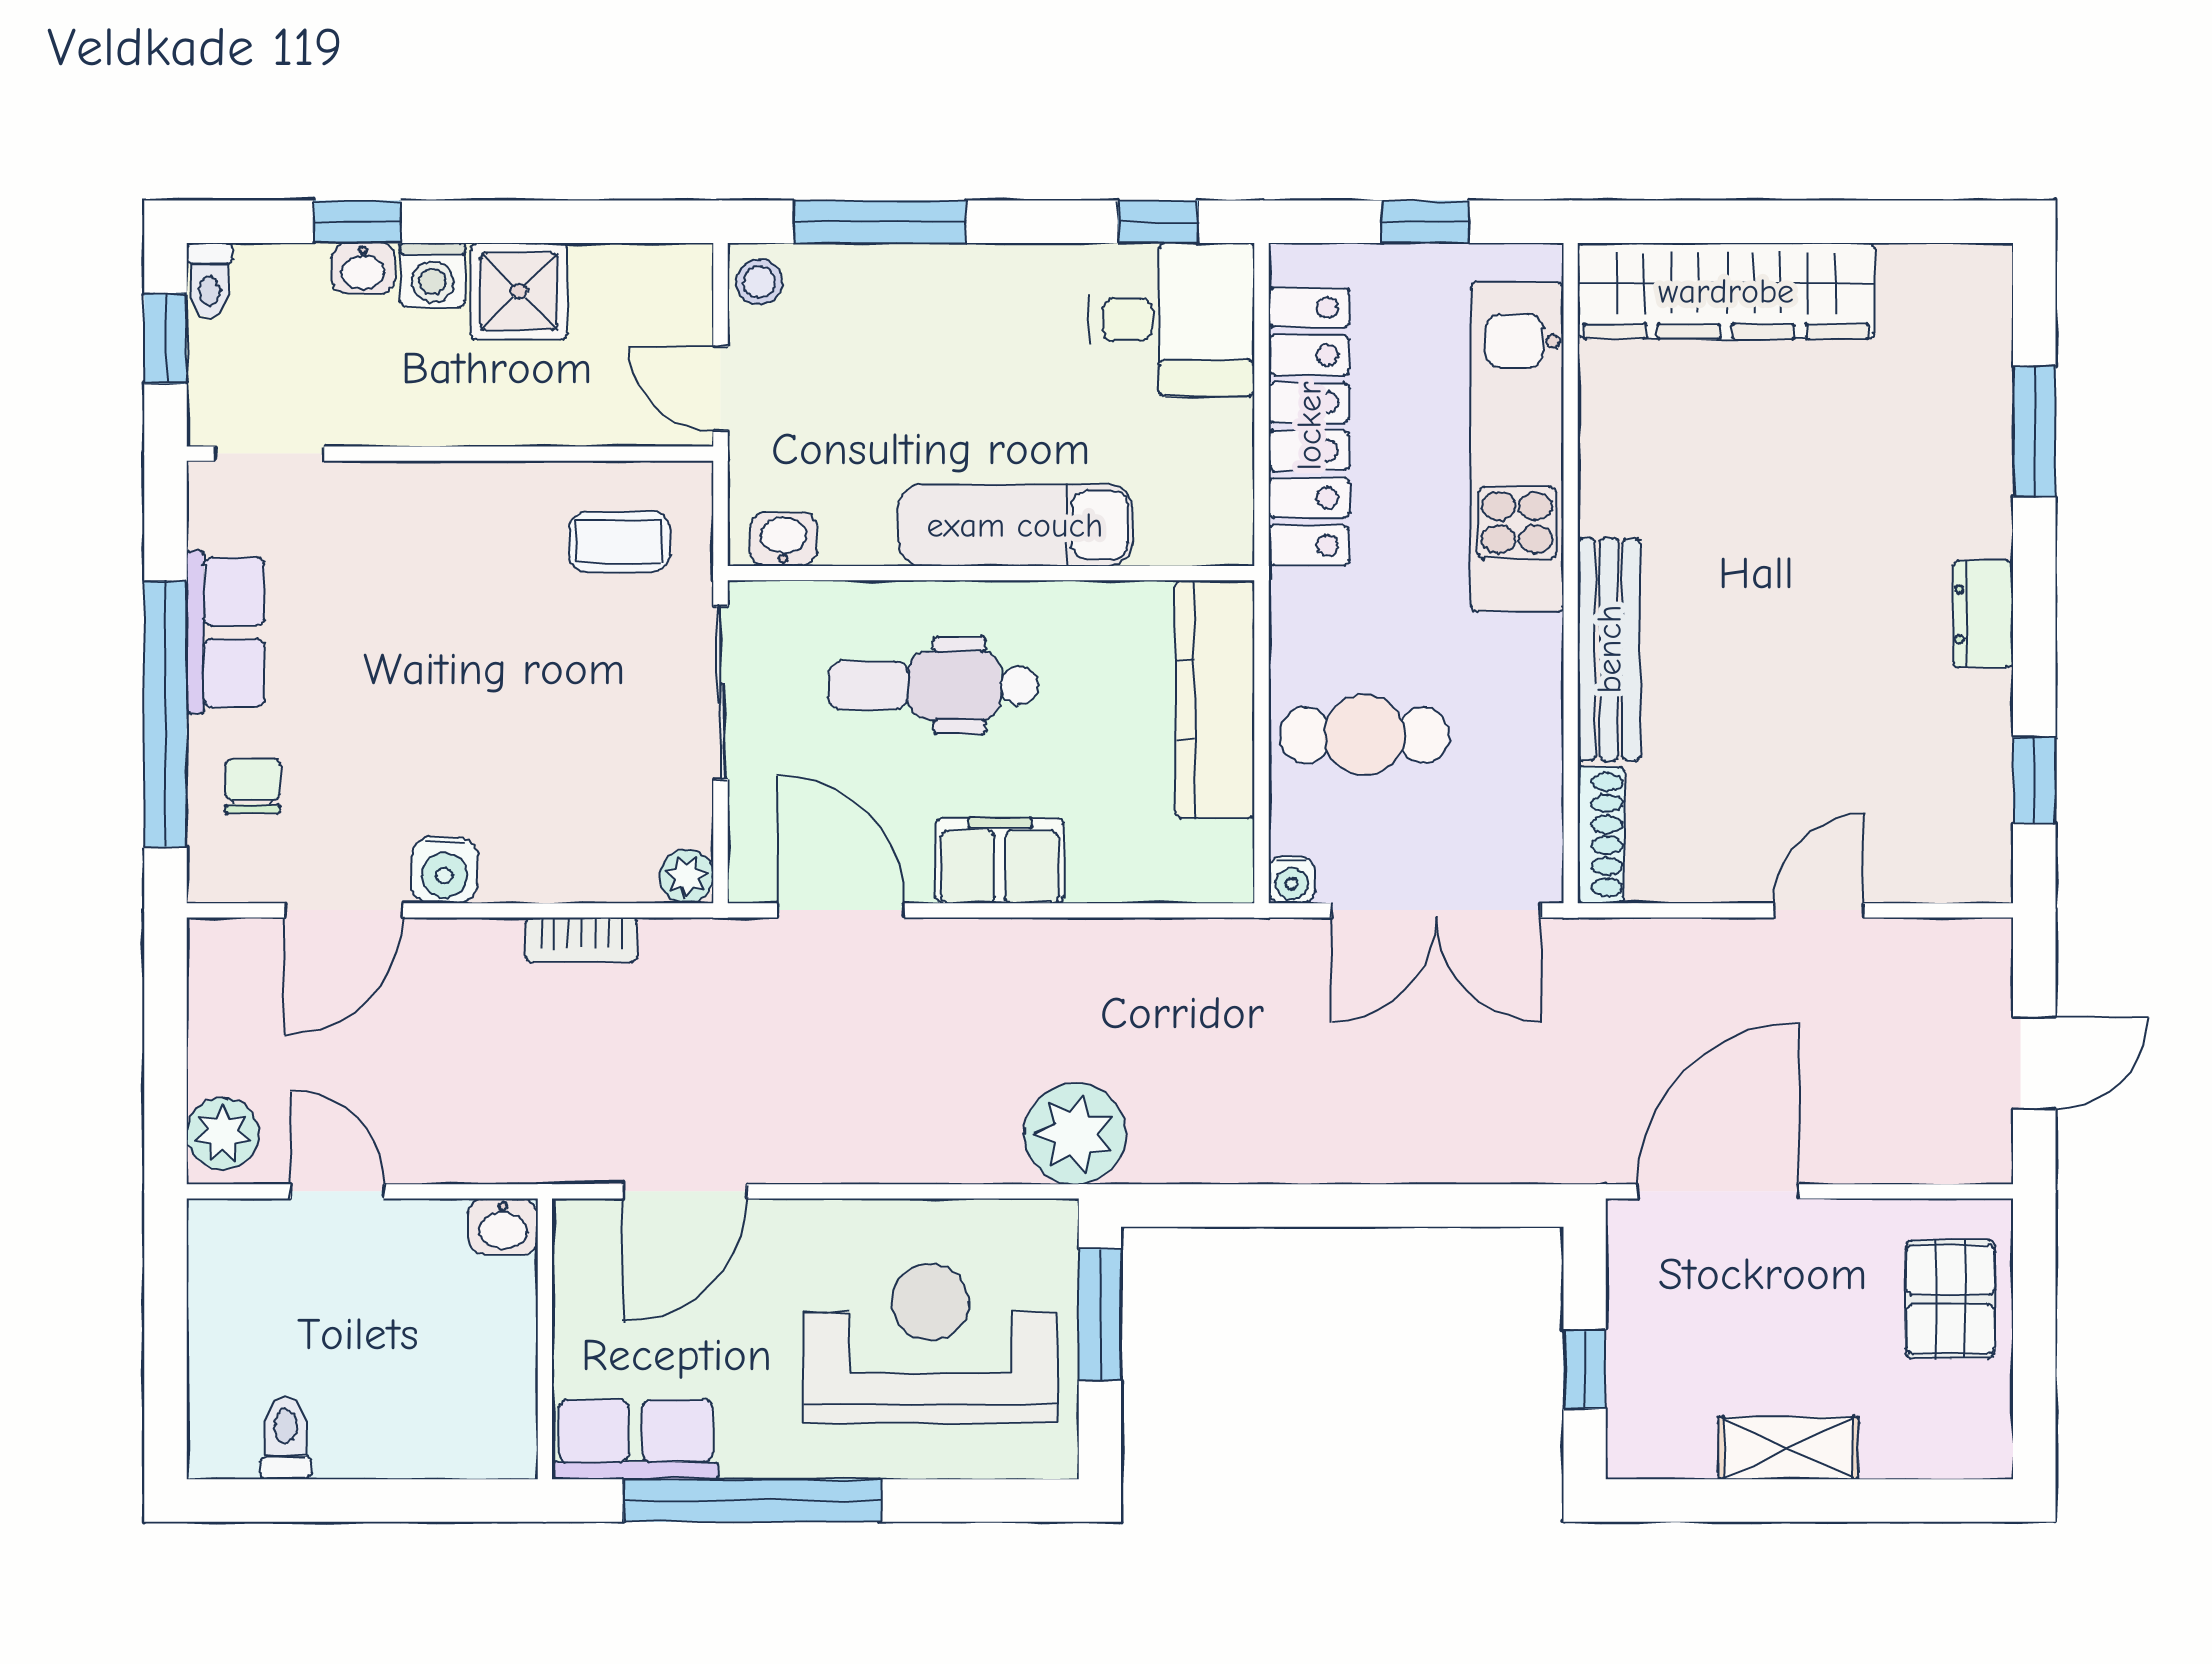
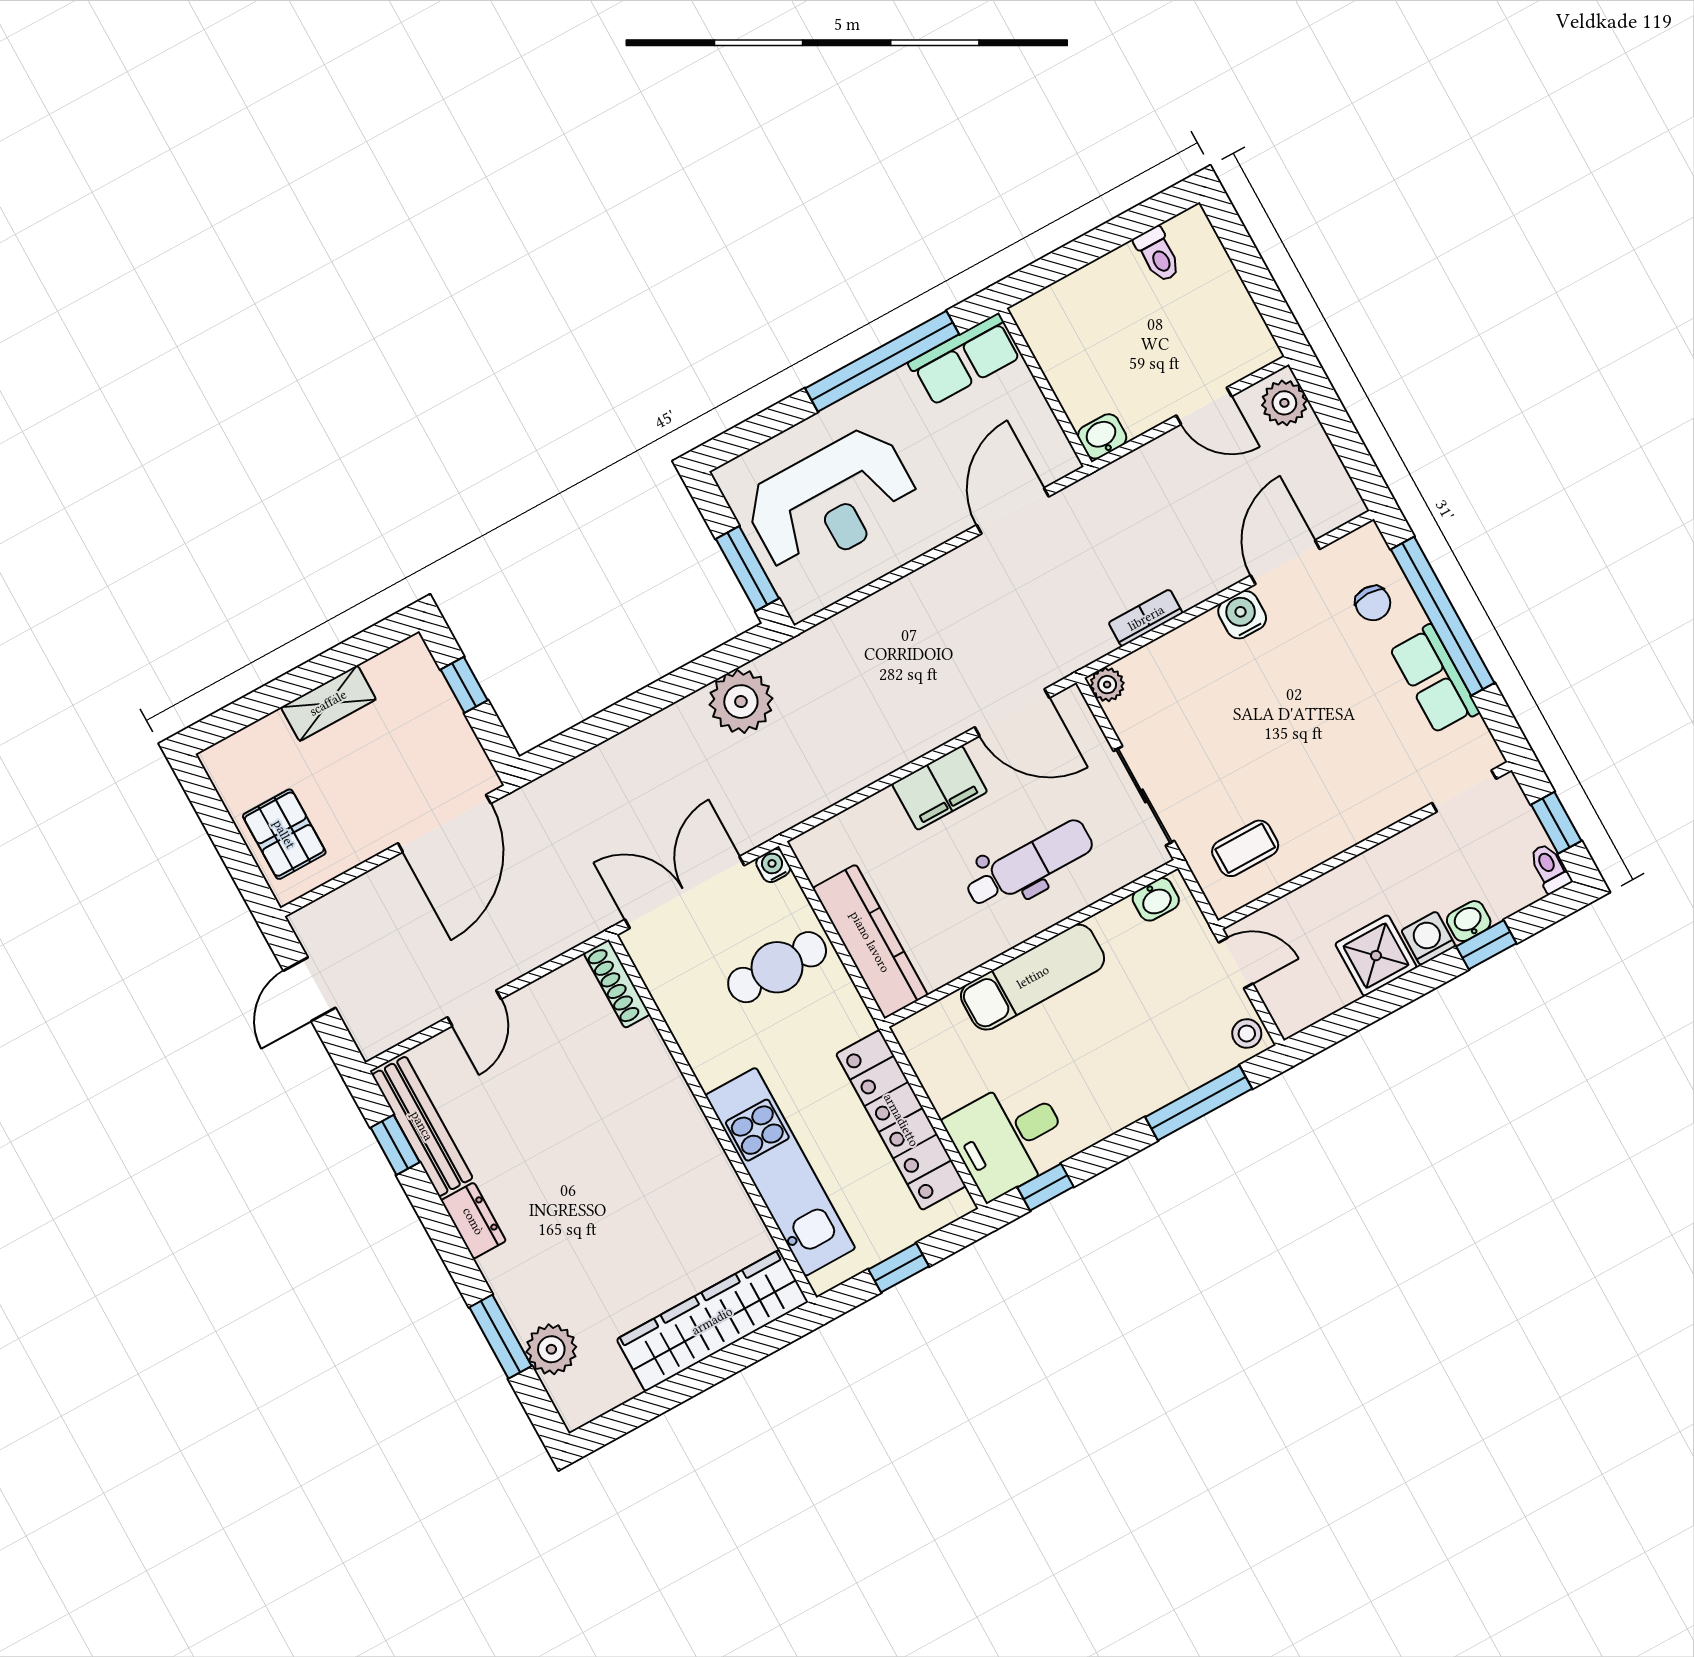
plant: (1973, 375) -> (551, 1349), added
bench: (1609, 649) -> (422, 1126), moved
plant: (1075, 1134) -> (741, 702), moved

